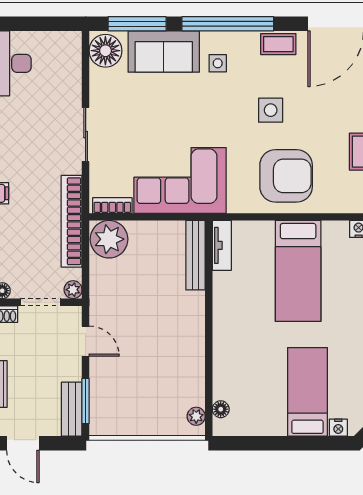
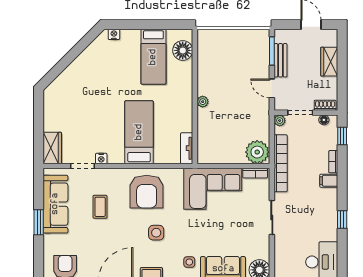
armchair: (286, 176) -> (147, 192), turned -90
bench: (196, 255) -> (203, 142), removed
bed: (307, 392) -> (153, 57), moved
bench: (72, 409) -> (280, 60), moved
floor lamp: (221, 409) -> (183, 50), width x1.89, depth x1.89
plant: (196, 416) -> (203, 102), moved

